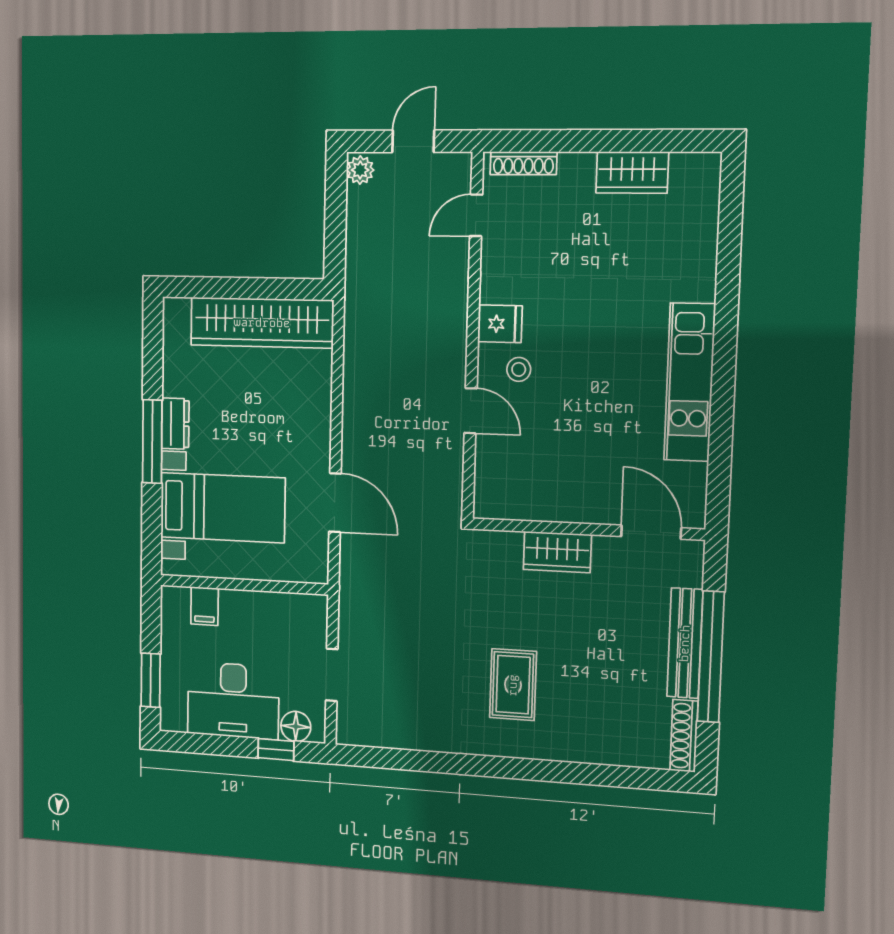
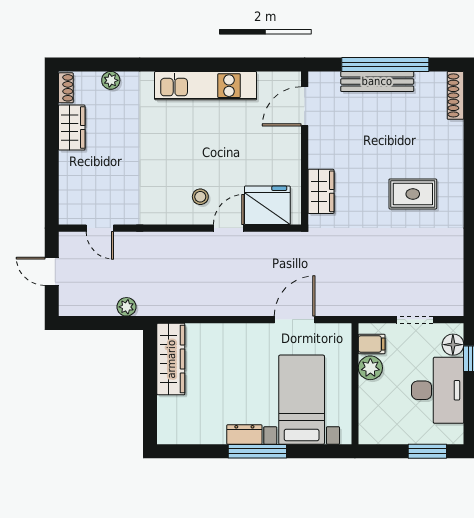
shoe rack: (523, 163) -> (66, 88), moved, width x0.70
plant: (360, 170) -> (126, 307), moved
plant: (704, 234) -> (111, 80), added
wardrobe: (262, 323) -> (171, 359), width x0.71, depth x0.85
fridge: (500, 324) -> (267, 205), moved, width x1.88, depth x1.34
wardrobe: (557, 552) -> (321, 191), moved
filing cabinet: (205, 606) -> (372, 344), moved
plant: (265, 608) -> (370, 368), added
shoe rack: (684, 736) -> (455, 95), moved, turned 90

